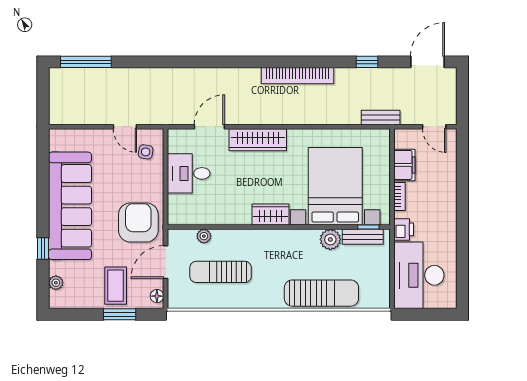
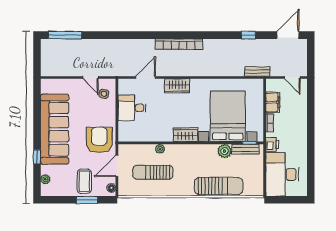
bookcase: (298, 76) -> (179, 44), moved
wardrobe: (258, 140) -> (177, 86), width x0.67
plant: (204, 236) -> (160, 149), moved

